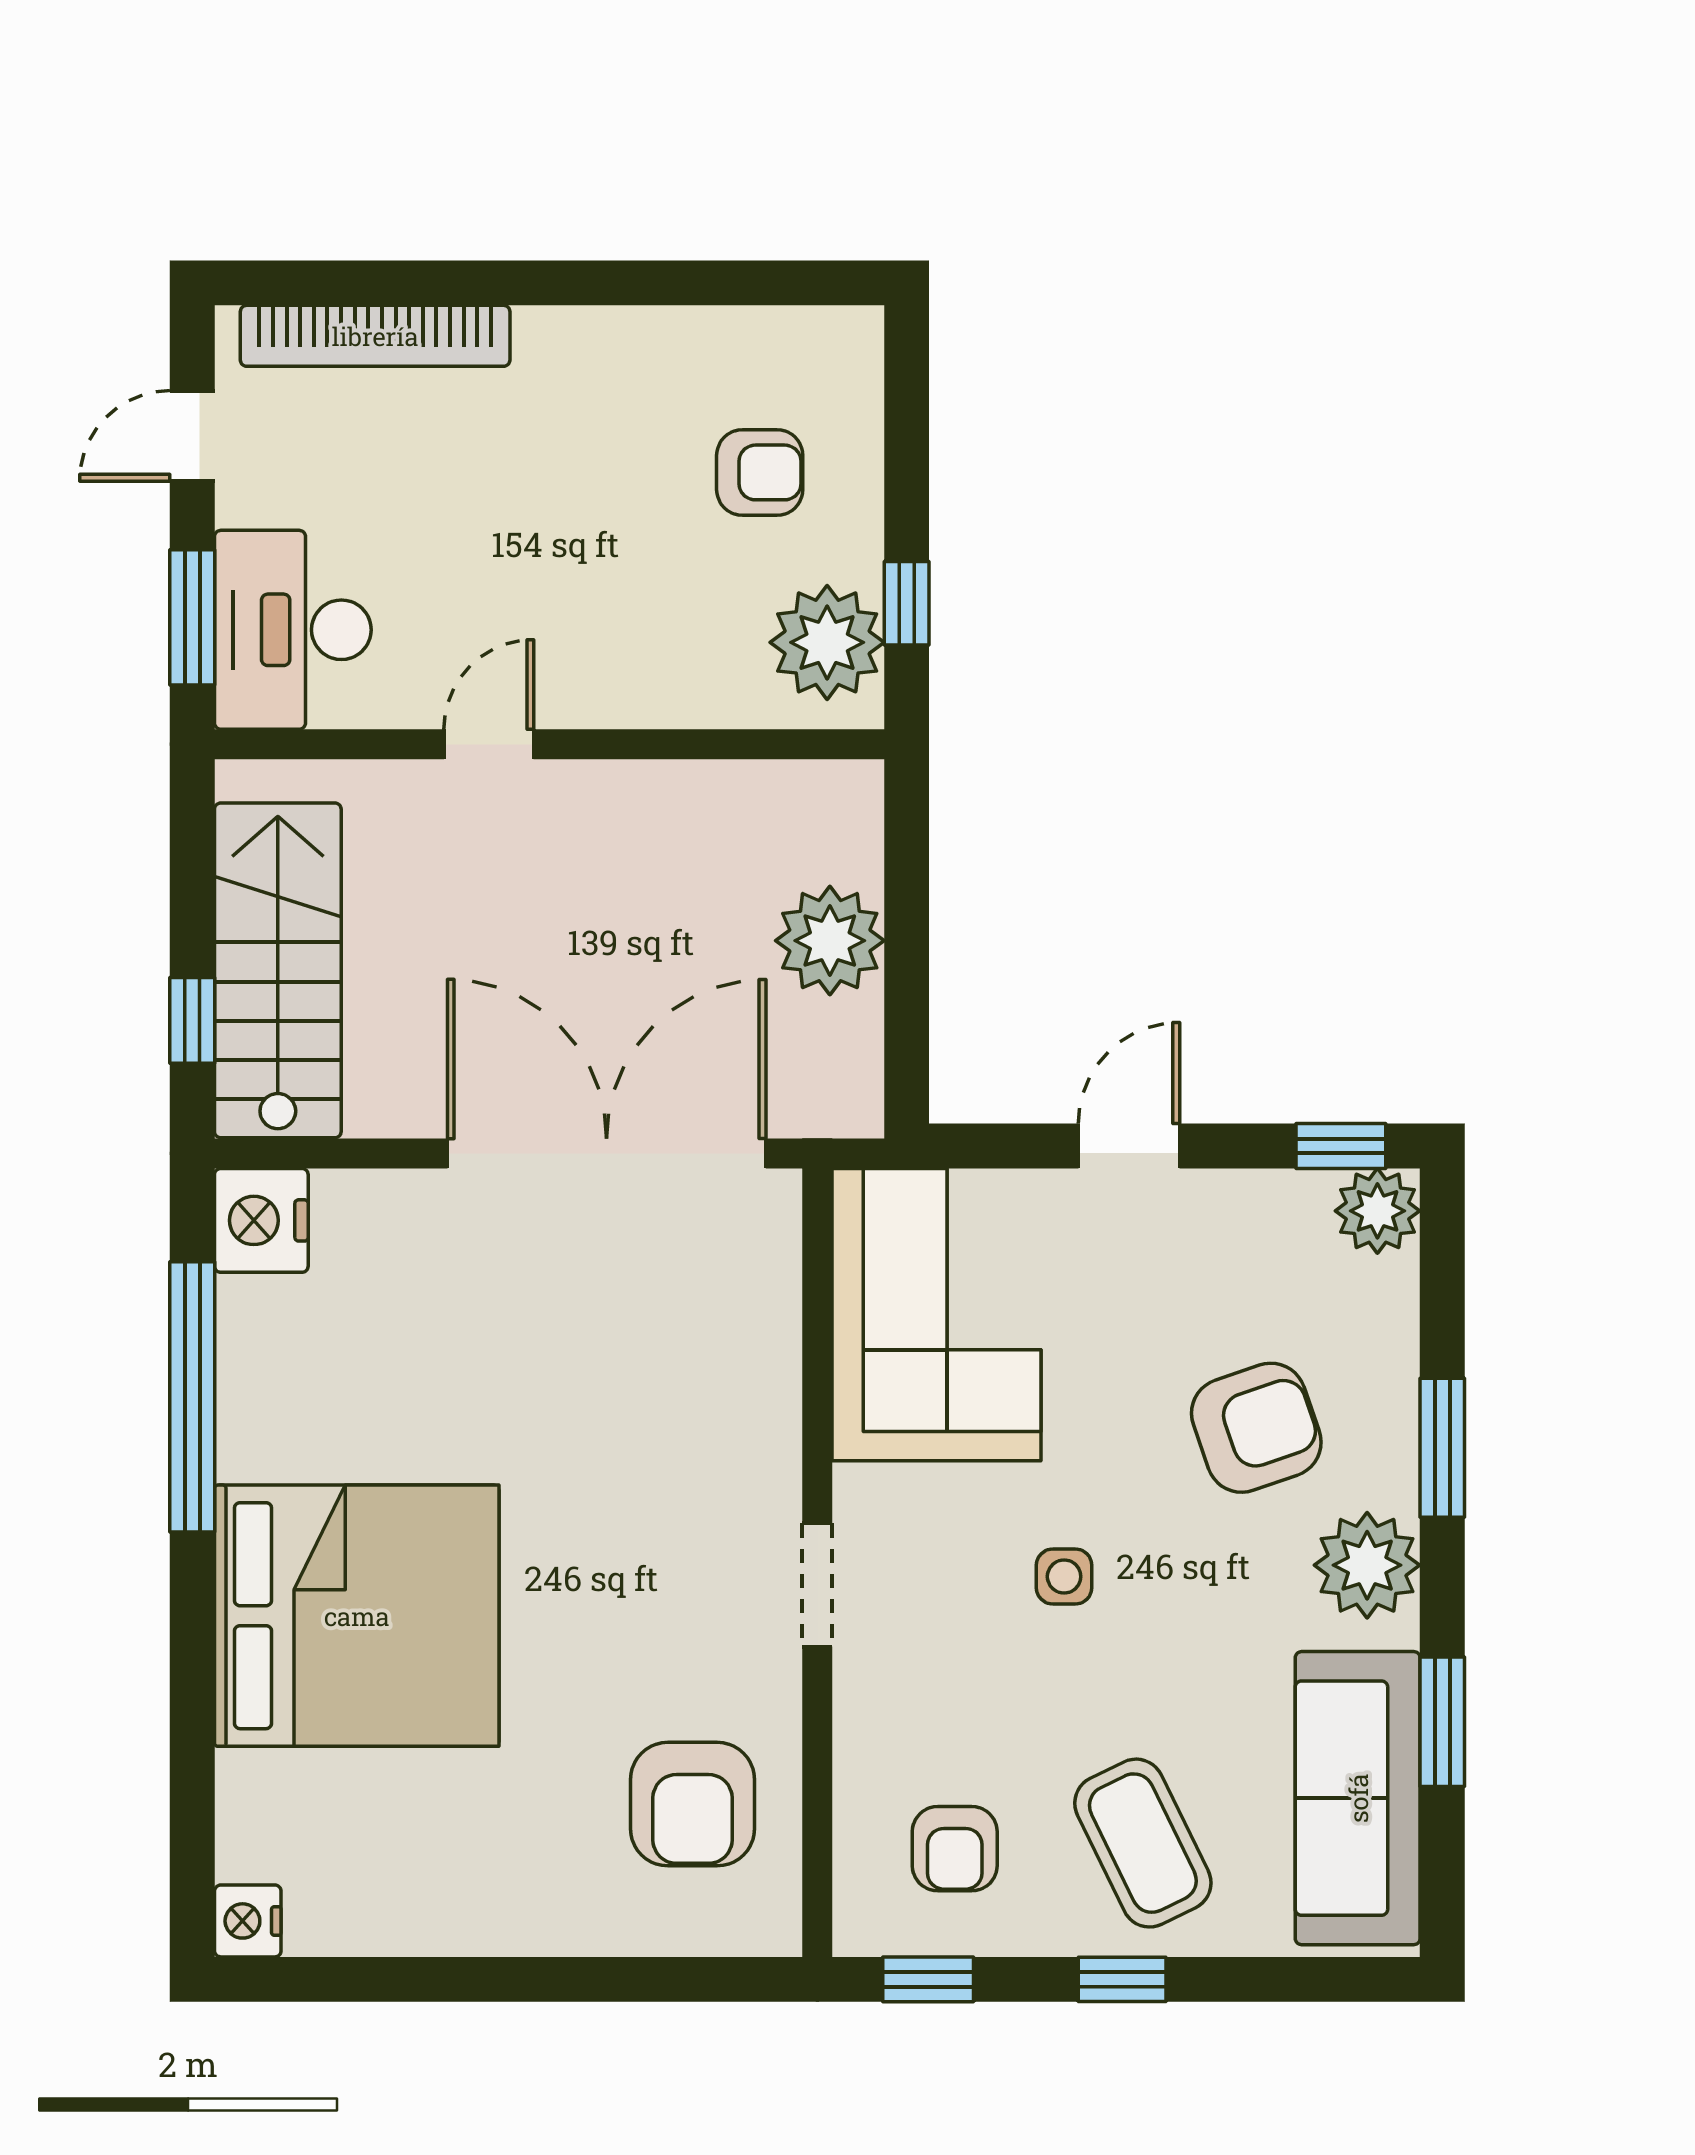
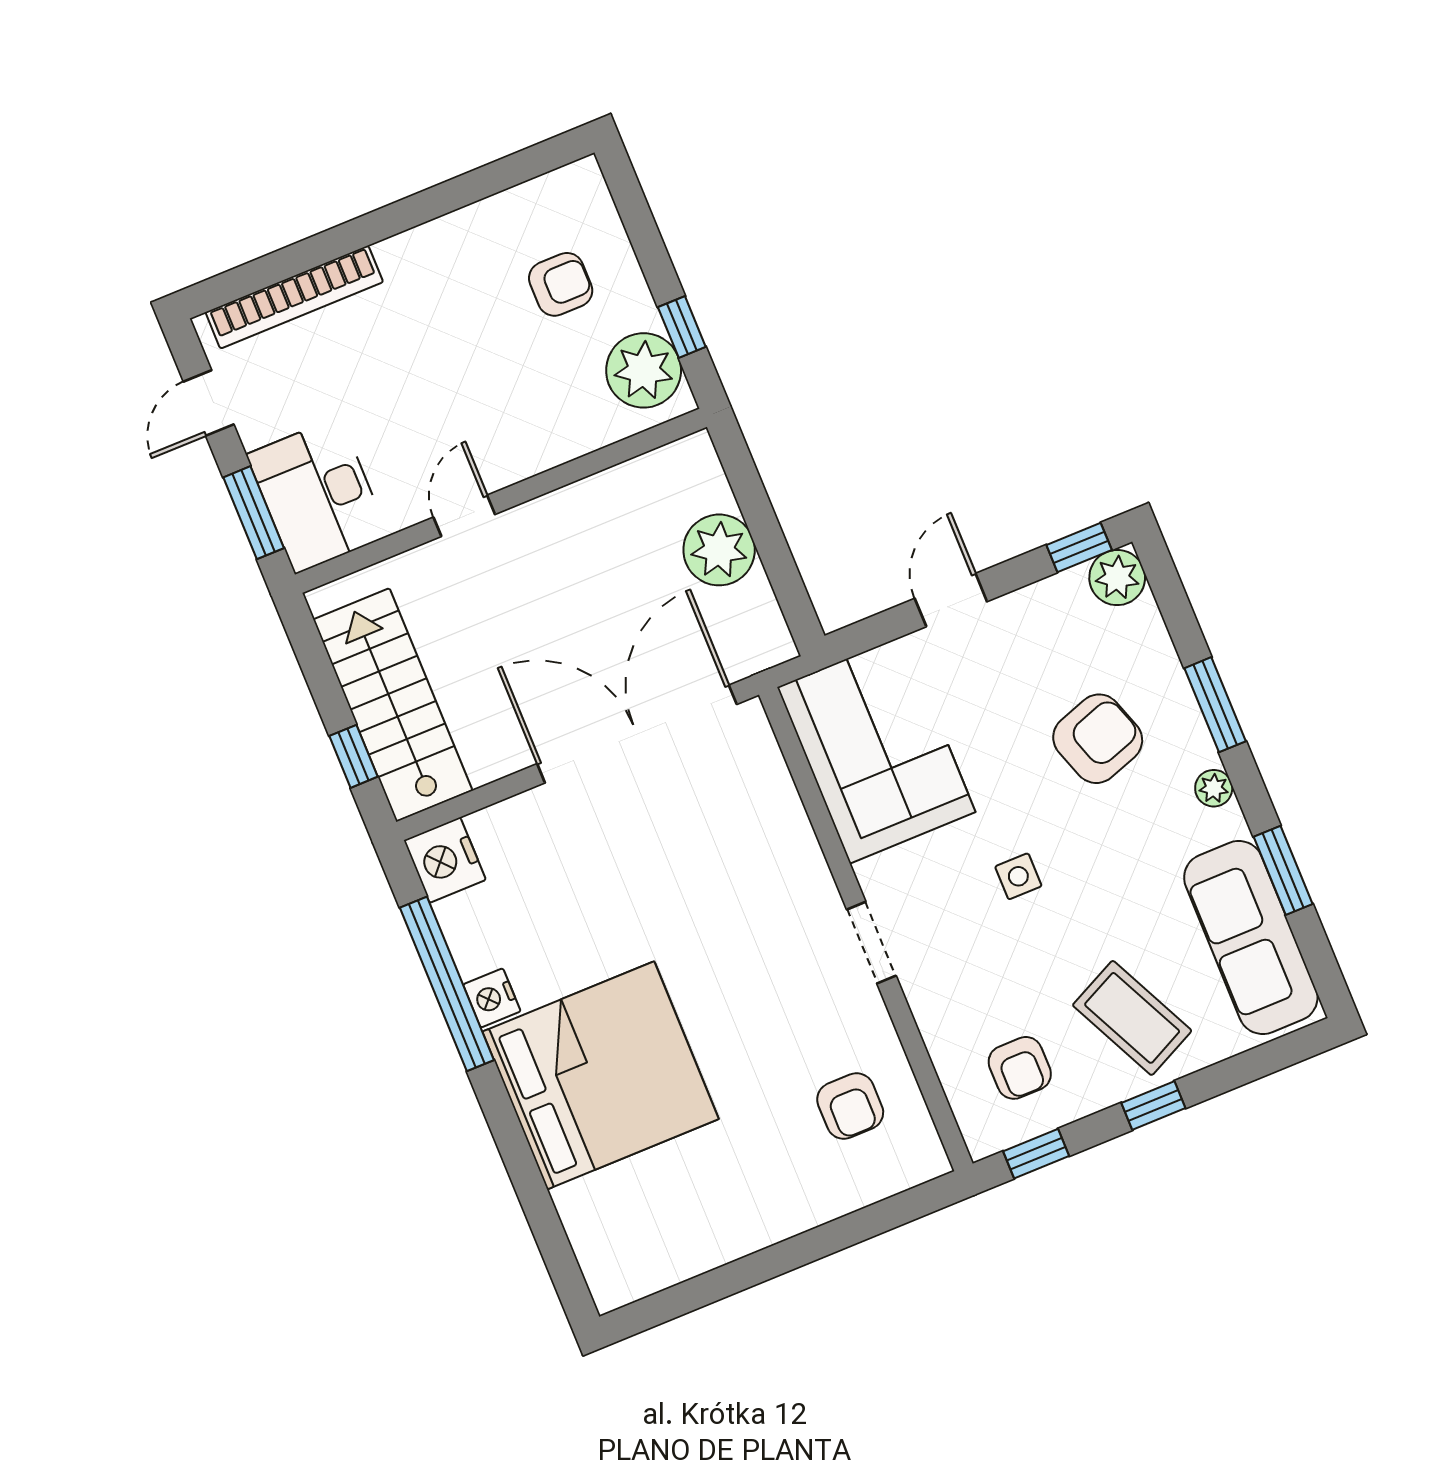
plant: (1367, 1565) -> (1214, 788), width x0.53, depth x0.53
armchair: (693, 1804) -> (850, 1106), width x0.72, depth x0.72
nightstand: (248, 1921) -> (492, 998), moved

